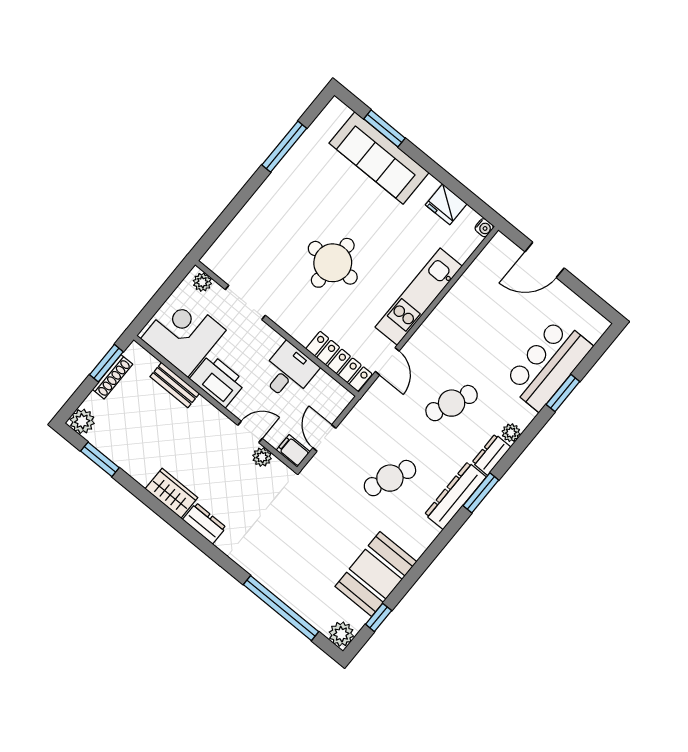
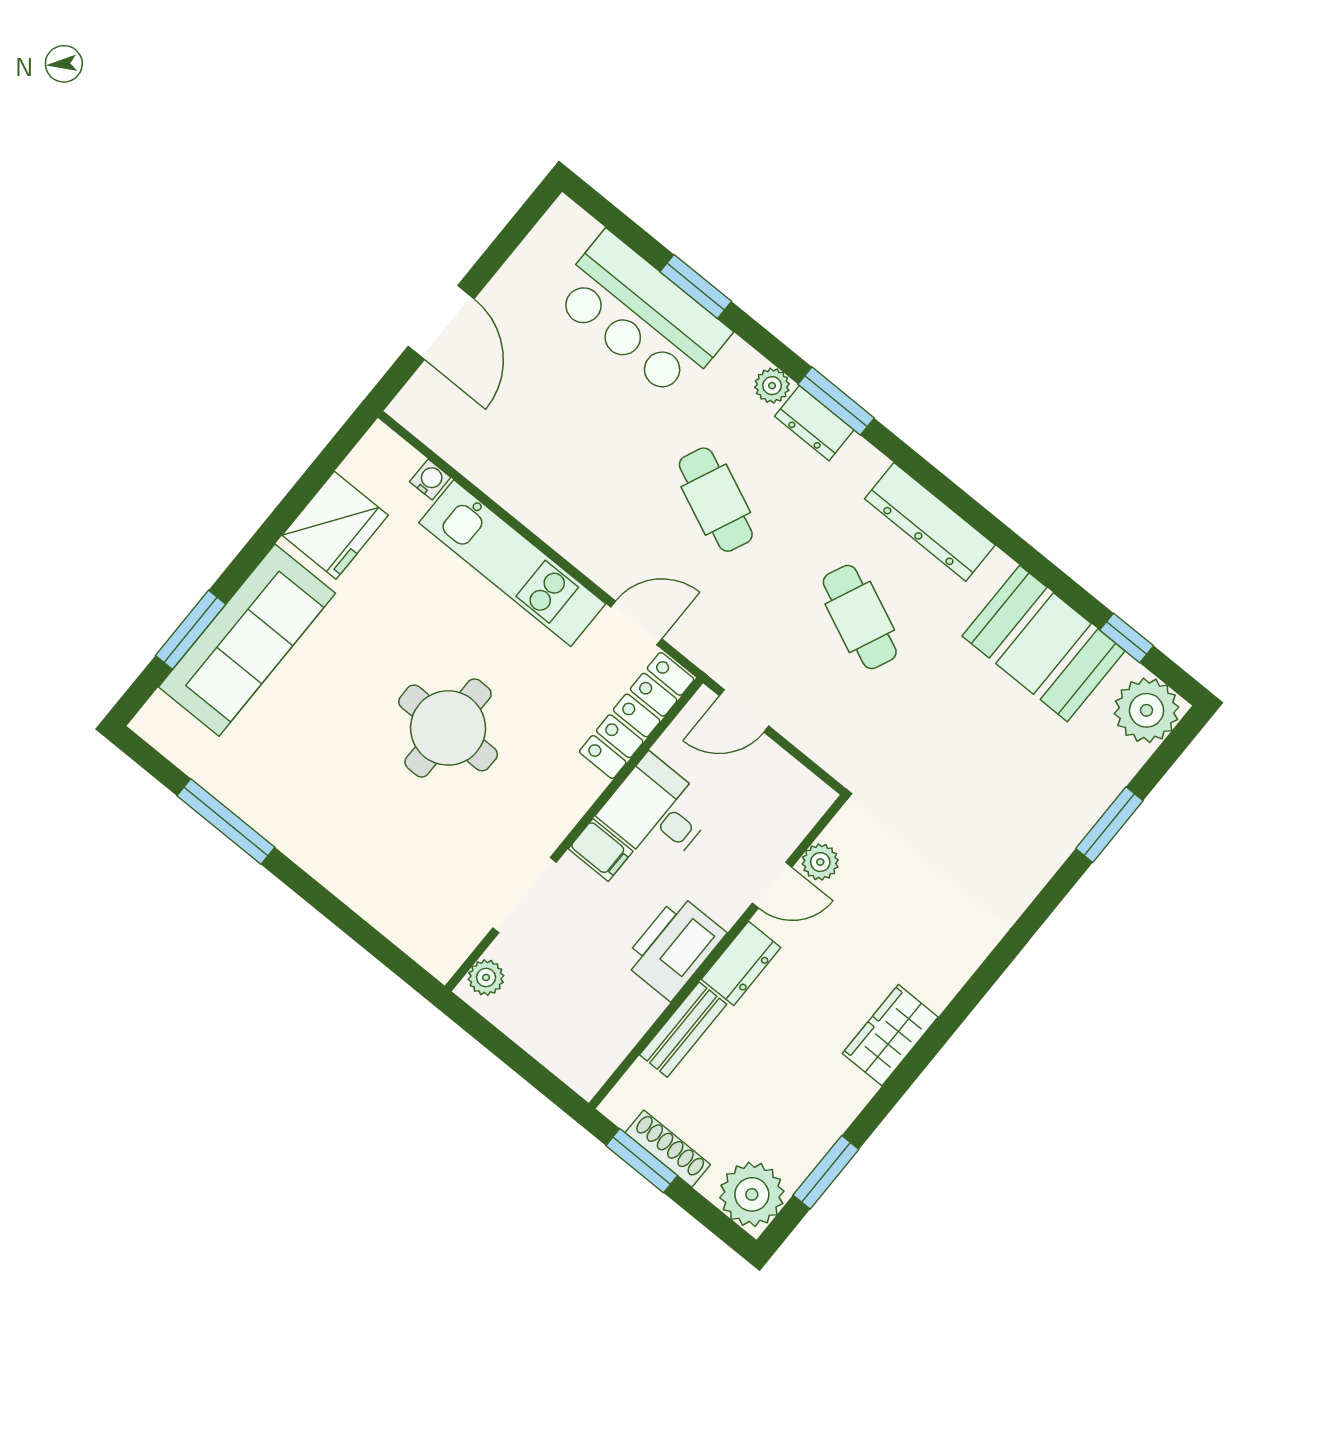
fridge: (446, 204) -> (335, 525), width x1.36, depth x1.34
water cooler: (484, 228) -> (430, 480), moved
corner desk: (183, 334) -> (586, 1013), removed
plant: (82, 421) -> (752, 1194), width x1.36, depth x1.36
door: (250, 432) -> (772, 885), swing flipped
door: (324, 438) -> (744, 711), moved
filing cabinet: (293, 451) -> (601, 850), moved, turned -90
window: (481, 493) -> (836, 401), moved
dresser: (455, 496) -> (930, 522), moved
dresser: (204, 523) -> (741, 963), moved, turned 180
window: (281, 608) -> (1109, 825), width x0.47
plant: (341, 634) -> (1147, 710), width x1.36, depth x1.36

